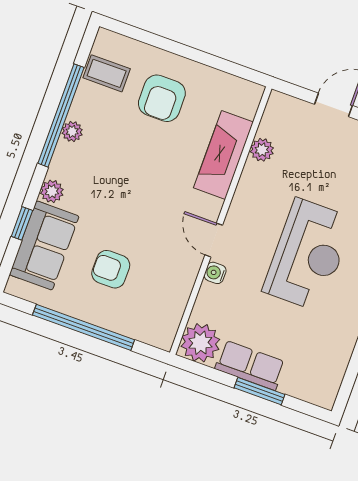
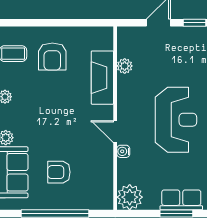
row of seats: (250, 365) -> (181, 200), moved

